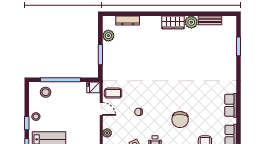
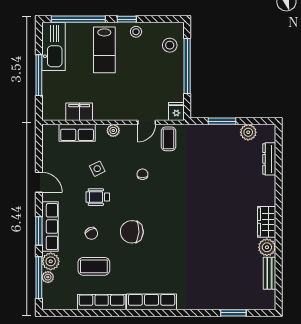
row of seats: (231, 105) -> (152, 302), width x1.48

